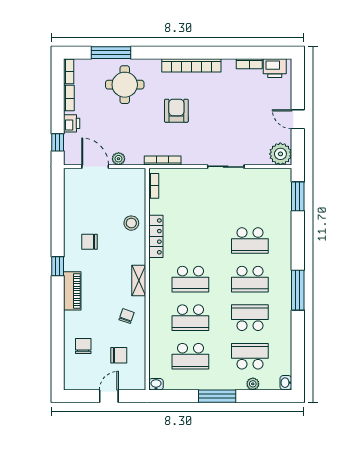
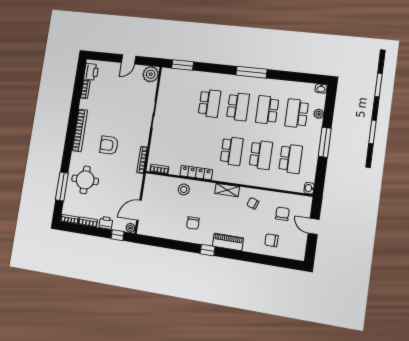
plant: (119, 159) -> (131, 228), moved

